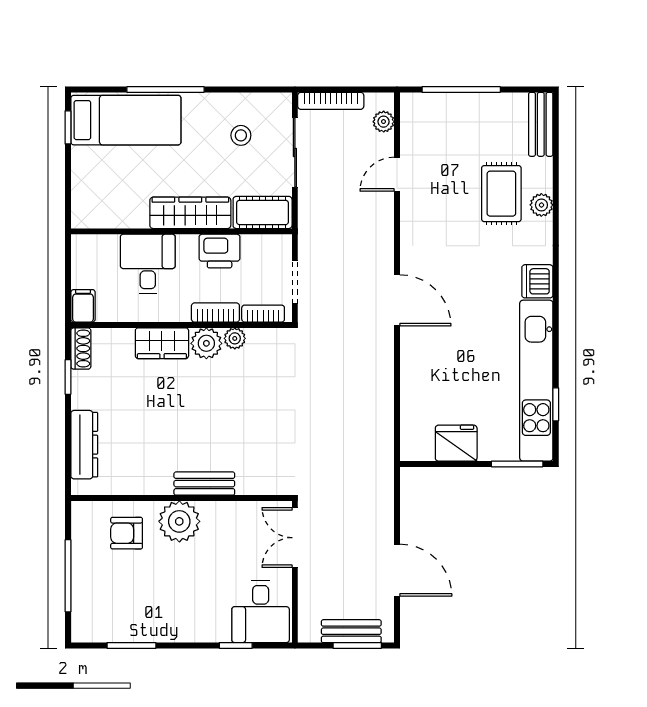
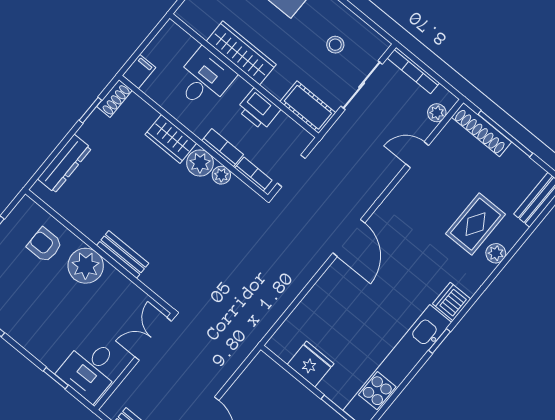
shoe rack: (436, 104) -> (481, 130), added
wardrobe: (190, 213) -> (241, 53), moved
window: (556, 404) -> (440, 341), moved

